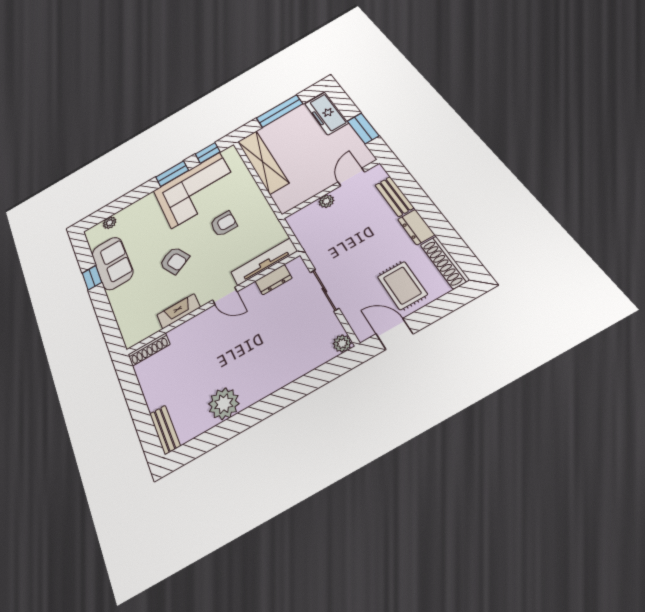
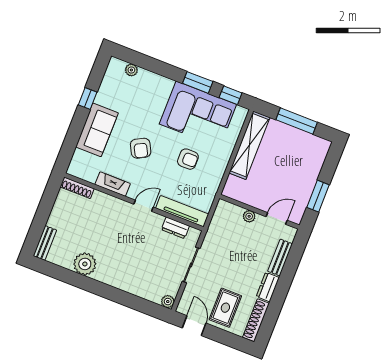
freezer: (326, 113) -> (315, 159), removed
sofa: (112, 263) -> (97, 130), moved
door: (225, 296) -> (144, 206), swing flipped

